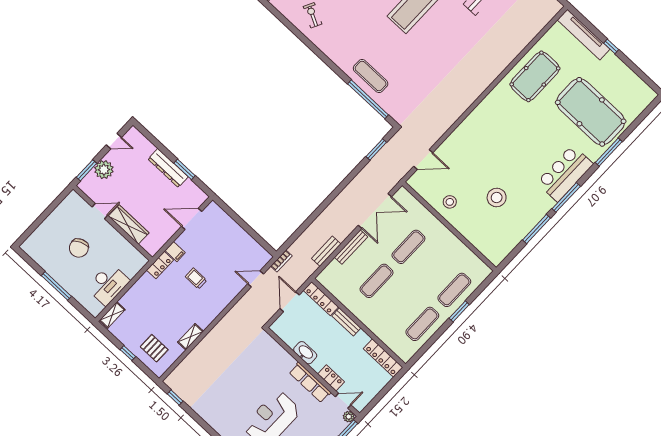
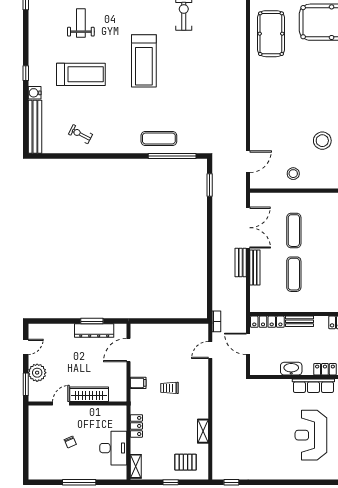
dresser: (168, 168) -> (94, 330), moved
chair: (79, 248) -> (70, 442), width x0.54, depth x0.54
bench: (326, 251) -> (241, 263), moved
locker: (160, 265) -> (136, 426), moved

